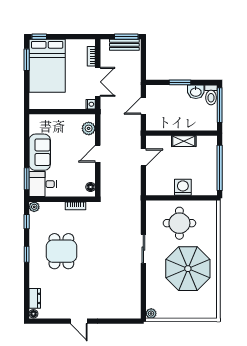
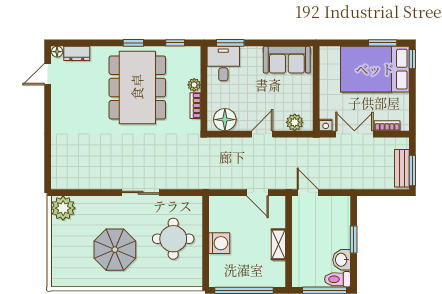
double door: (98, 82) -> (354, 134), swing flipped
door: (143, 106) -> (308, 193), moved
sofa: (40, 152) -> (287, 60), moved
door: (98, 154) -> (262, 134), hinge flipped
floor lamp: (91, 187) -> (225, 120), width x1.89, depth x1.89
plant: (34, 207) -> (194, 85), moved
dining table: (61, 251) -> (137, 87), width x1.88, depth x1.24
parasol: (188, 269) -> (115, 250), width x0.73, depth x0.73
plant: (151, 314) -> (63, 208), width x1.88, depth x1.88
door: (79, 321) -> (48, 74), moved

